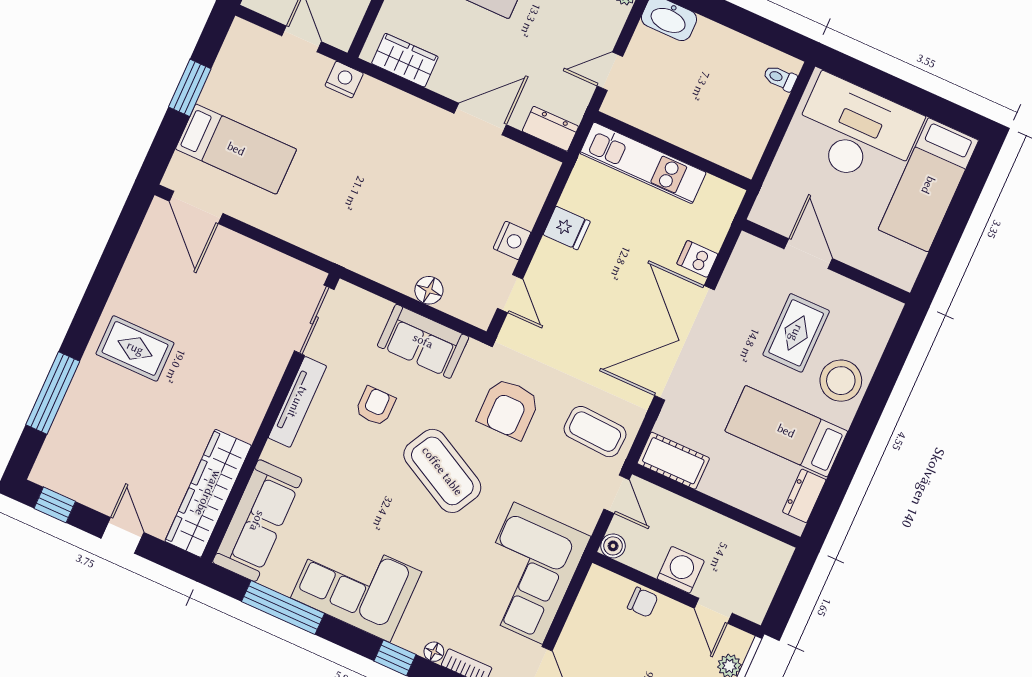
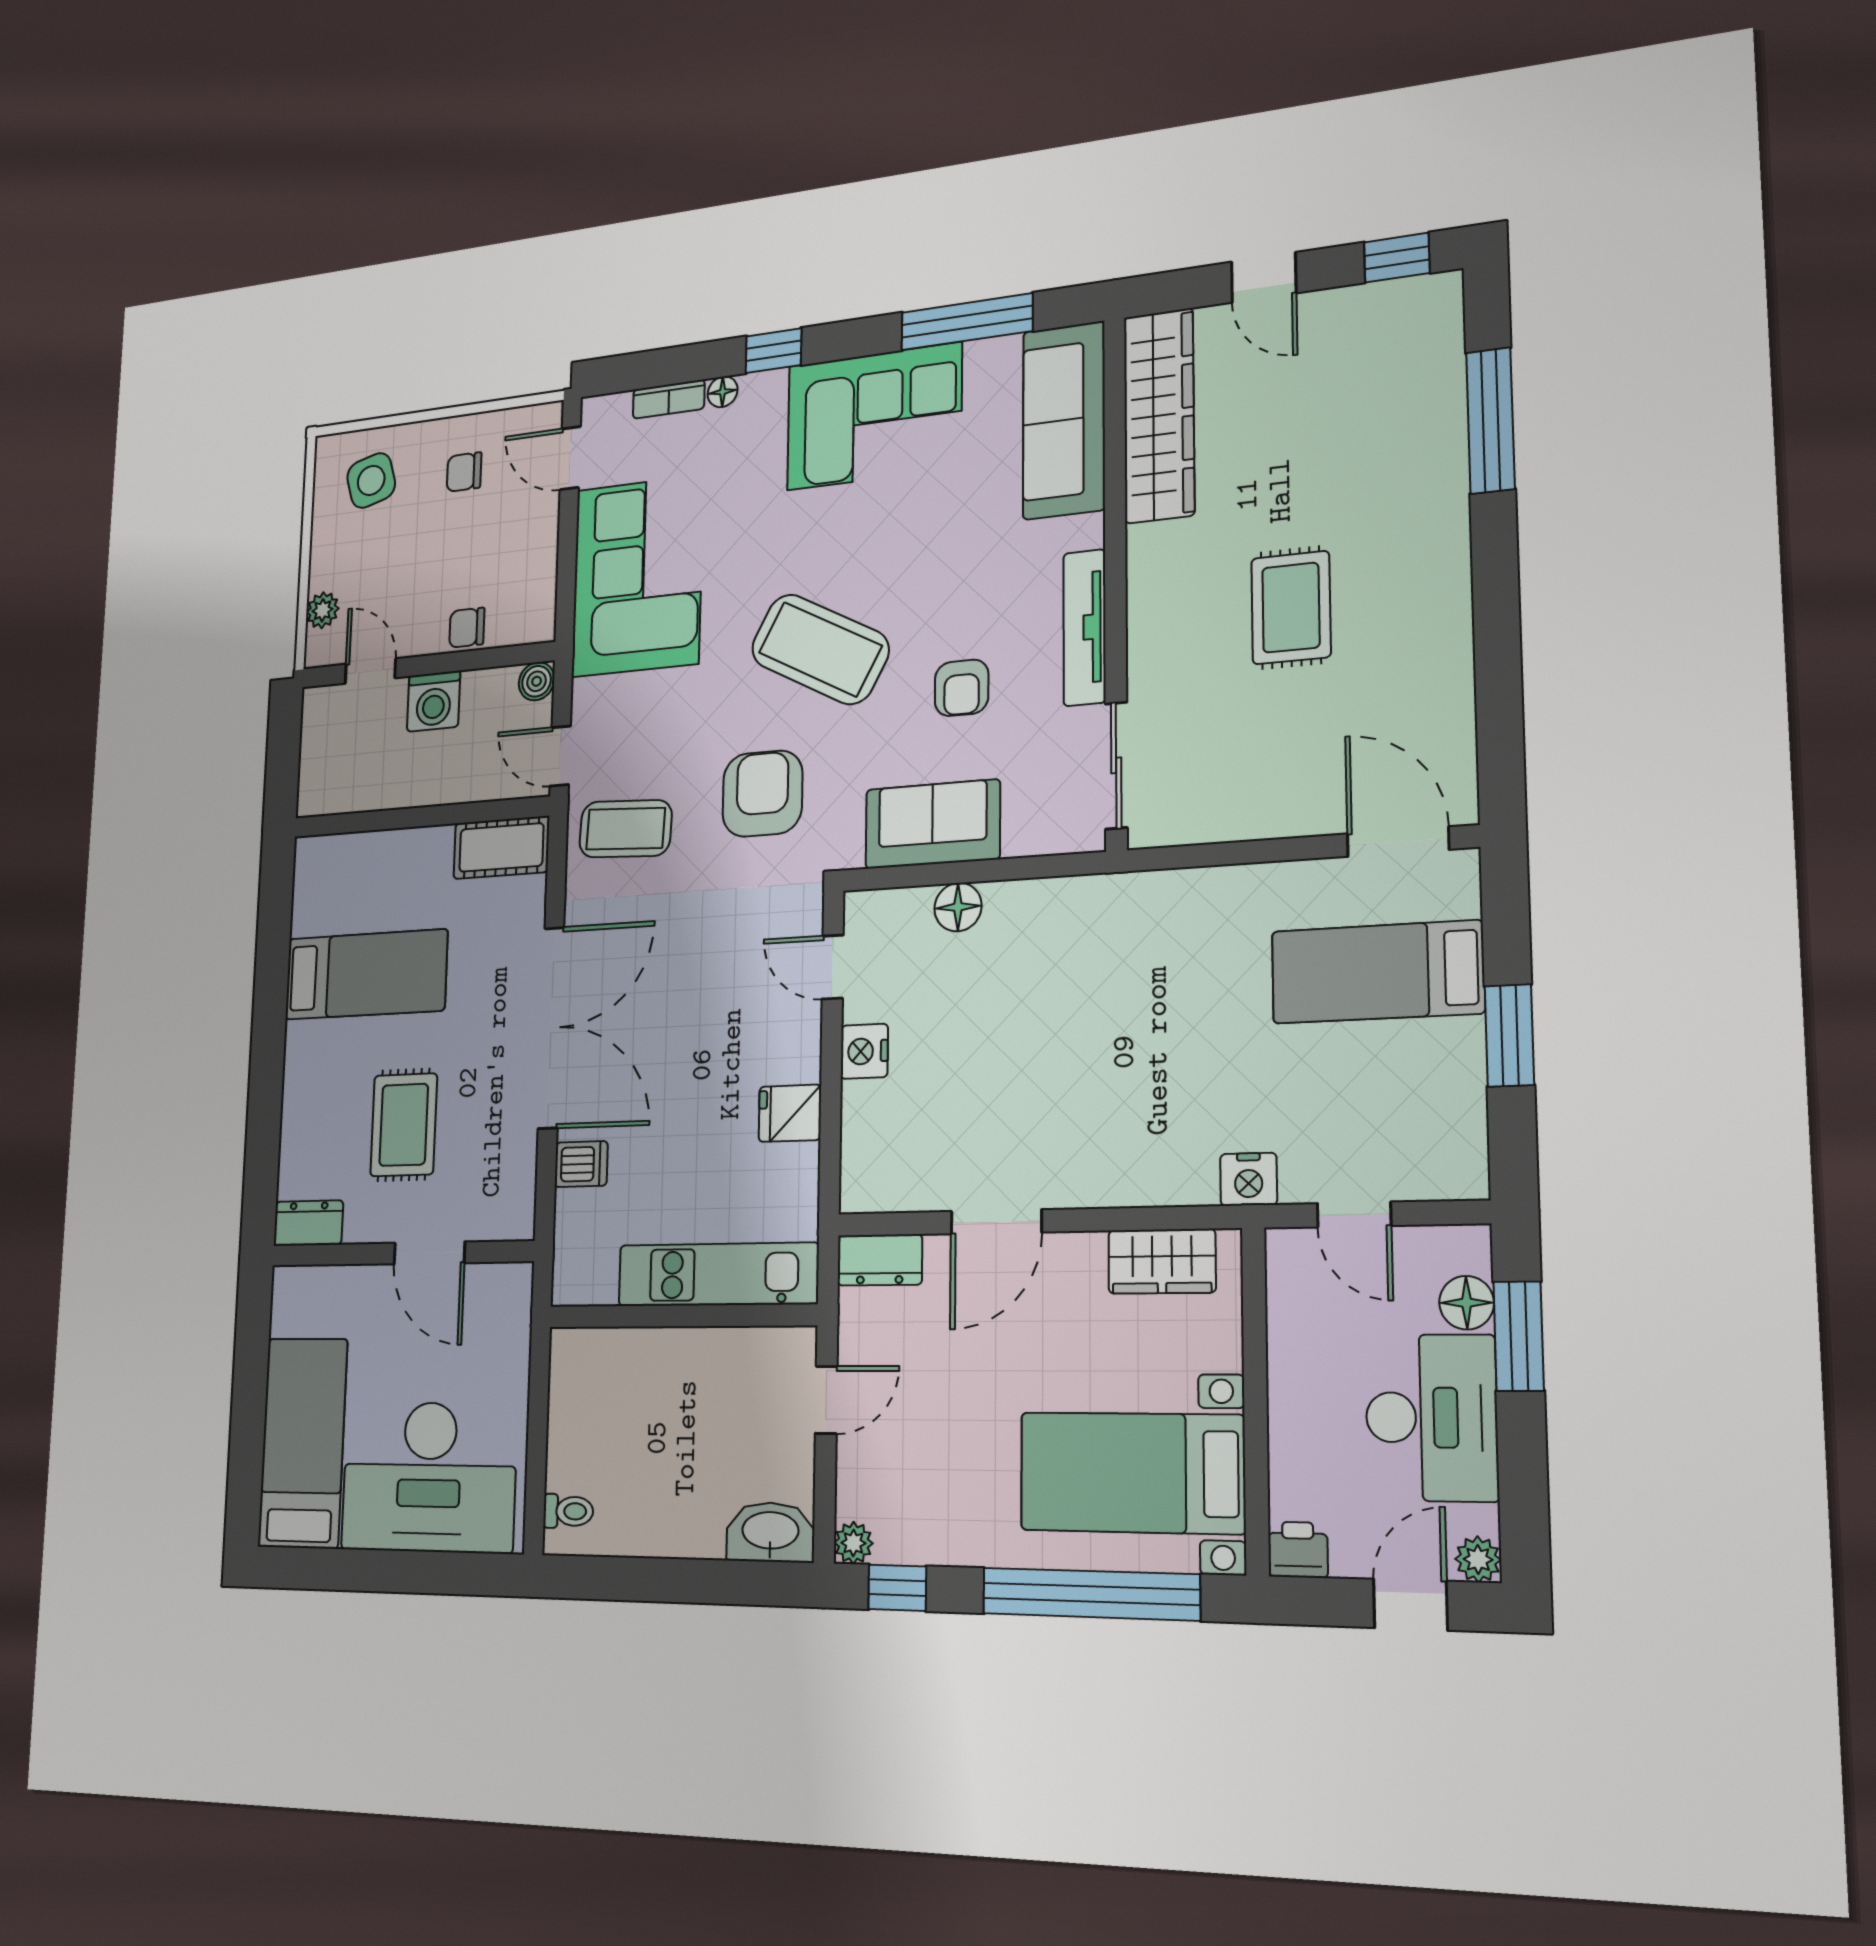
rug: (135, 348) -> (1291, 608), moved, turned 90
stool: (841, 381) -> (320, 1087), removed
dresser: (804, 496) -> (308, 1223), moved, turned -90

